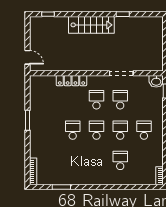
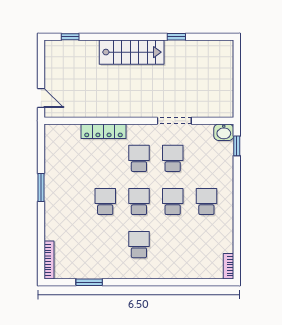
school desk: (120, 160) -> (139, 245), moved

